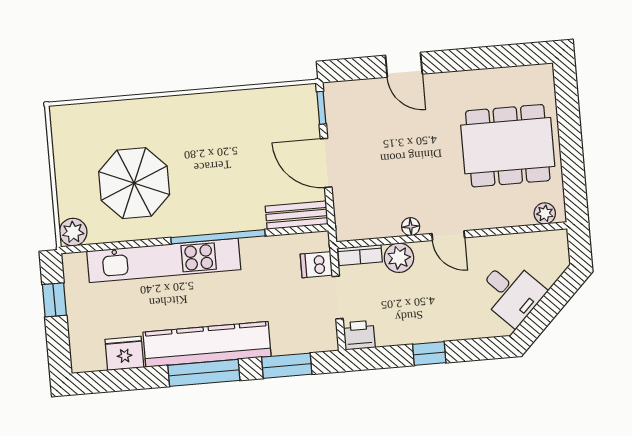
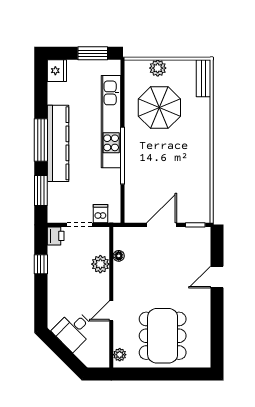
bench: (297, 215) -> (203, 78), moved
floor lamp: (411, 227) -> (119, 256), moved
plant: (73, 232) -> (158, 68), moved
door: (448, 236) -> (111, 311), moved
bookcase: (360, 255) -> (104, 241), removed
window: (54, 300) -> (93, 53), width x1.50
fridge: (124, 353) -> (57, 71), moved
window: (429, 353) -> (41, 264), moved

